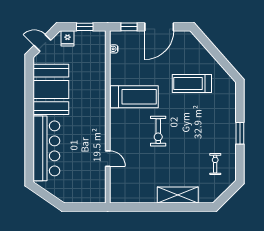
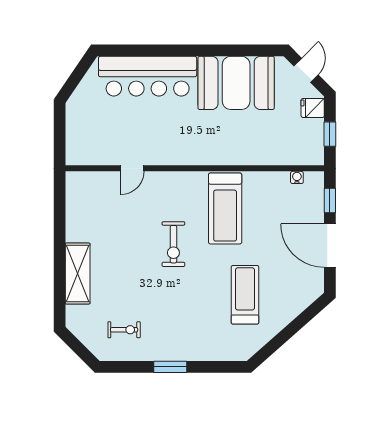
exercise bike: (158, 131) -> (173, 244), turned -90

